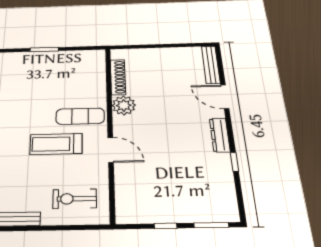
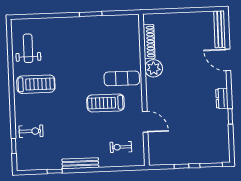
dresser: (220, 135) -> (222, 98), width x0.70
door: (111, 150) -> (145, 122), moved
exercise bike: (75, 199) -> (121, 147), width x0.73, depth x0.72

